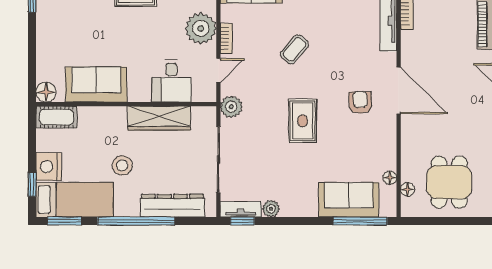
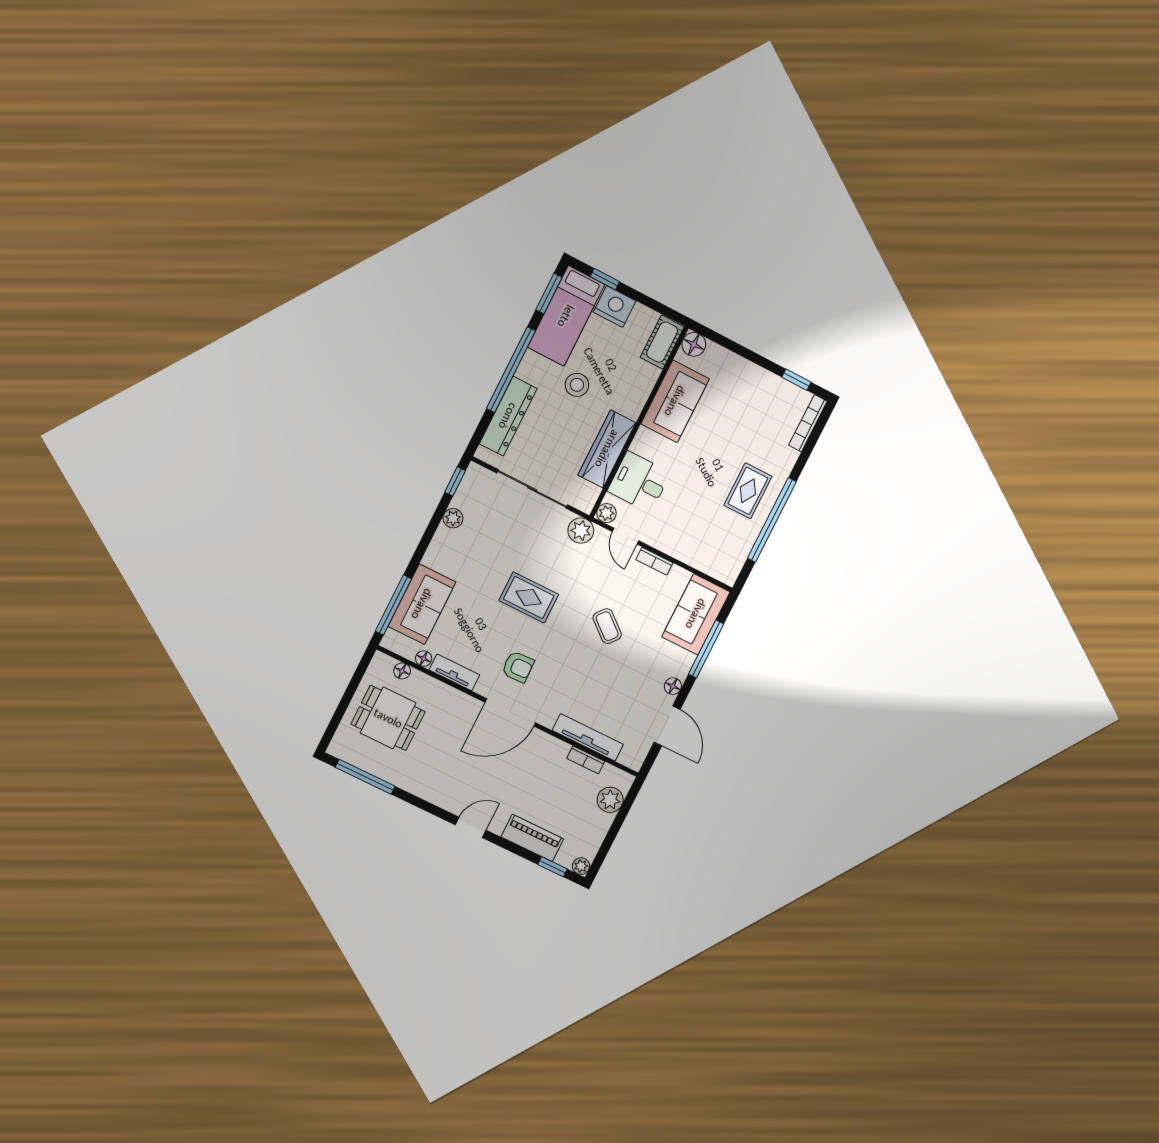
plant: (201, 28) -> (606, 513), moved, width x0.53, depth x0.53
tv unit: (241, 209) -> (454, 672), moved, turned -90

